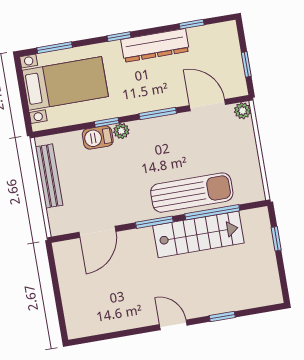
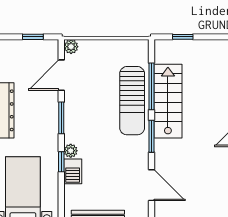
sun lounger: (192, 193) -> (132, 101), turned 180

